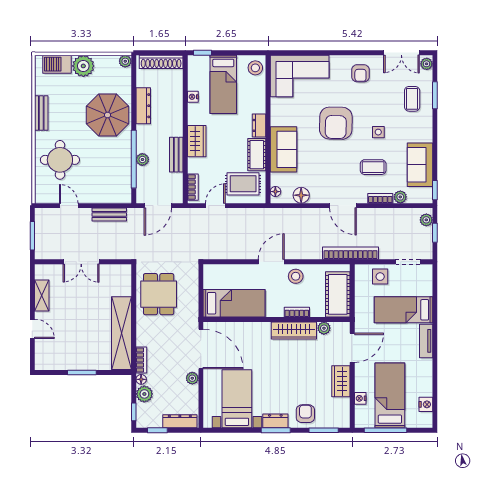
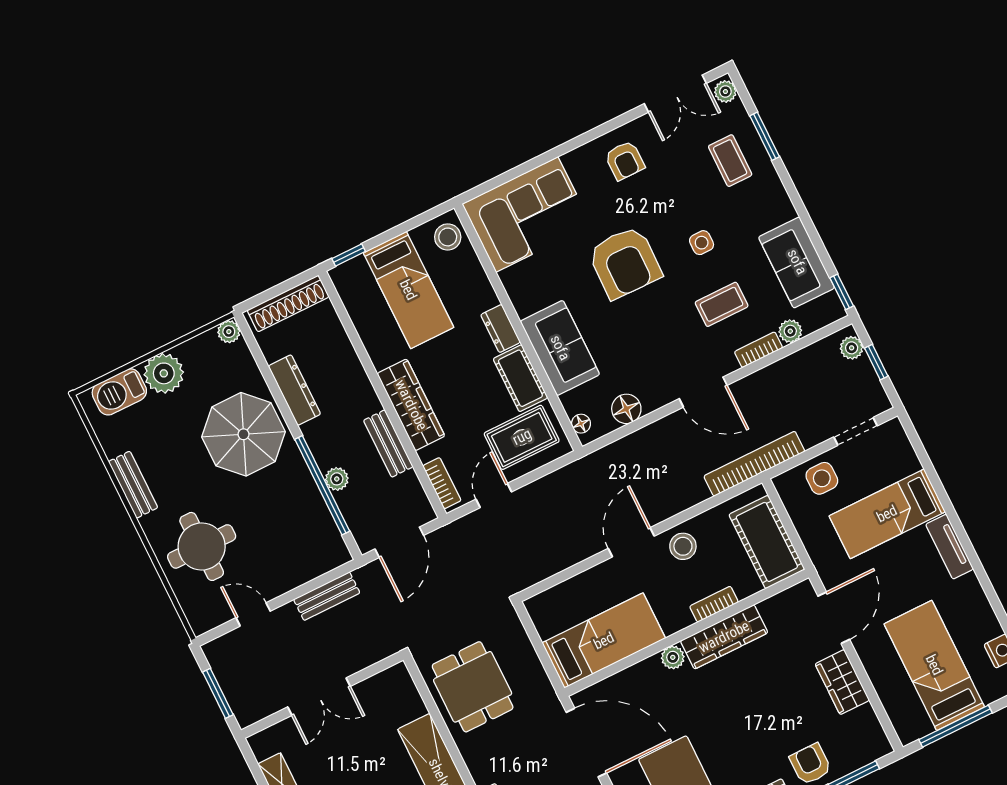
nightstand: (193, 97) -> (369, 335), removed
wardrobe: (197, 141) -> (411, 405), width x1.50
plant: (324, 328) -> (673, 657), moved
nightstand: (360, 398) -> (888, 694), removed

